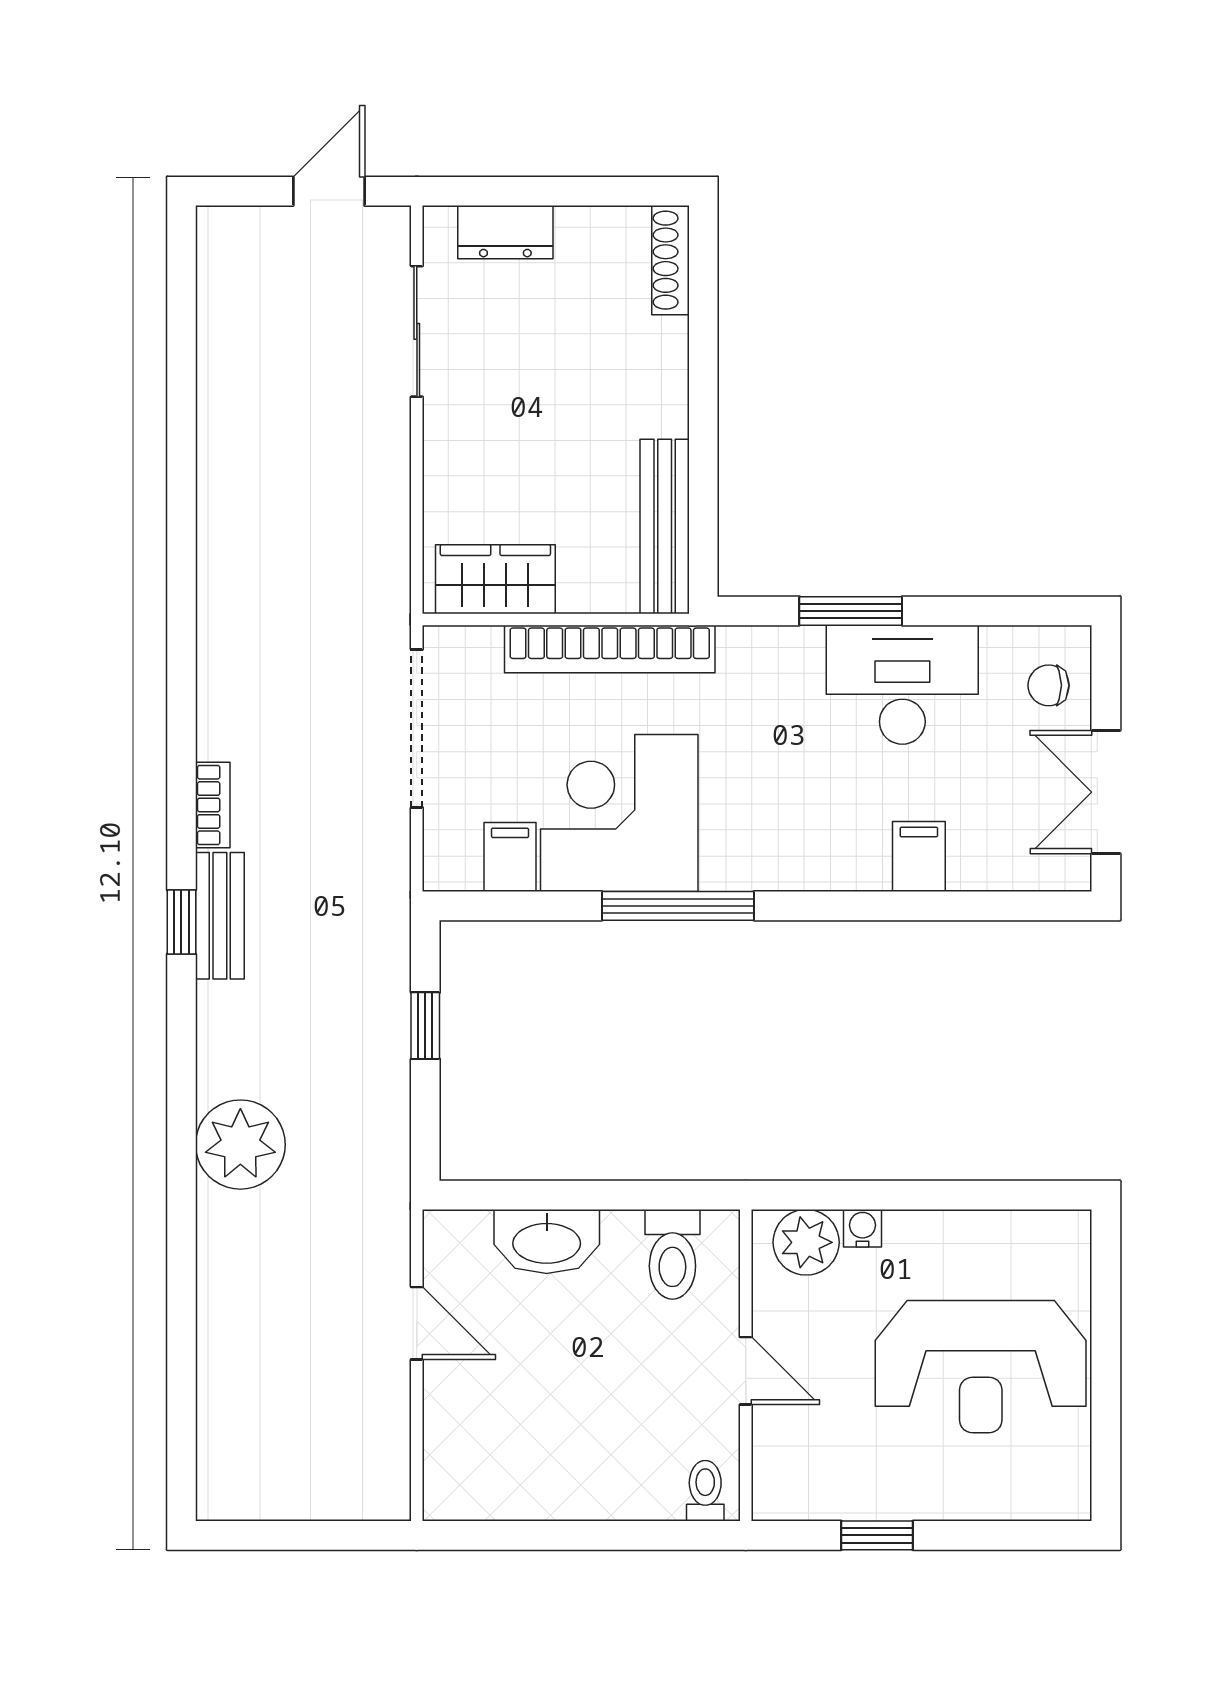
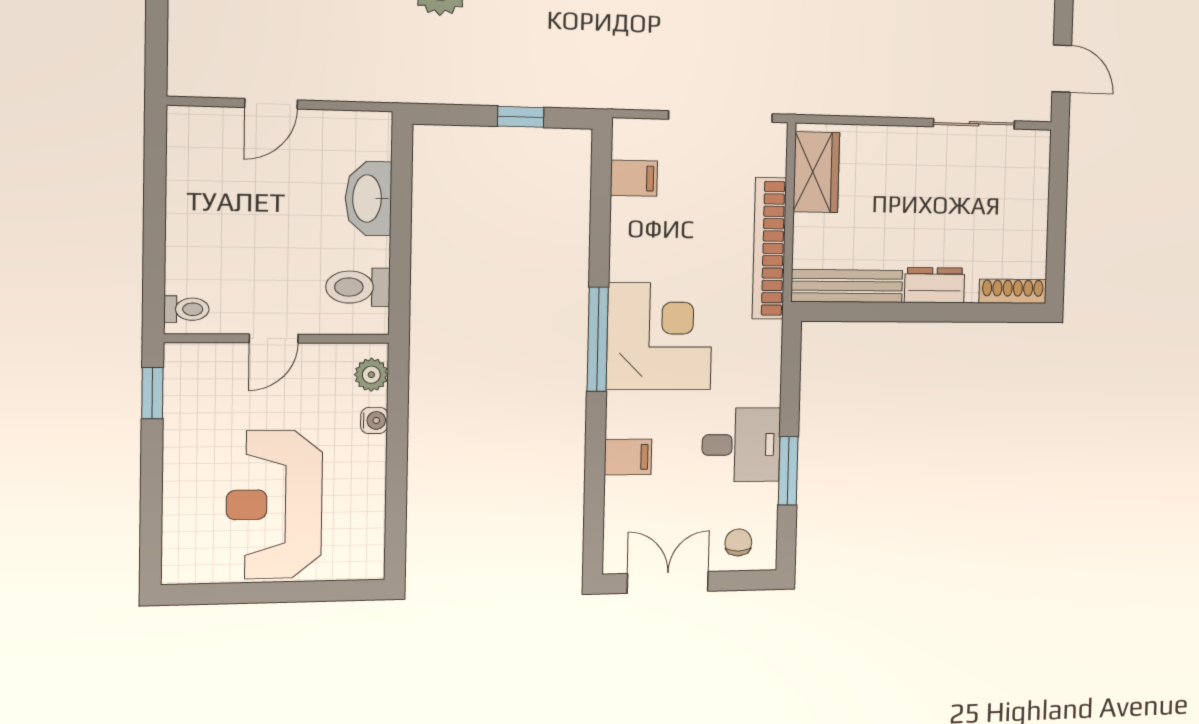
dresser: (505, 232) -> (935, 285), moved, turned 90
window: (851, 611) -> (788, 471), moved
desk: (902, 685) -> (741, 445), width x0.73
corner desk: (619, 813) -> (660, 336), moved
window: (678, 906) -> (598, 339), moved
plant: (806, 1242) -> (371, 375), width x0.73, depth x0.73
door: (417, 1323) -> (271, 104), moved
window: (877, 1535) -> (152, 393), moved

